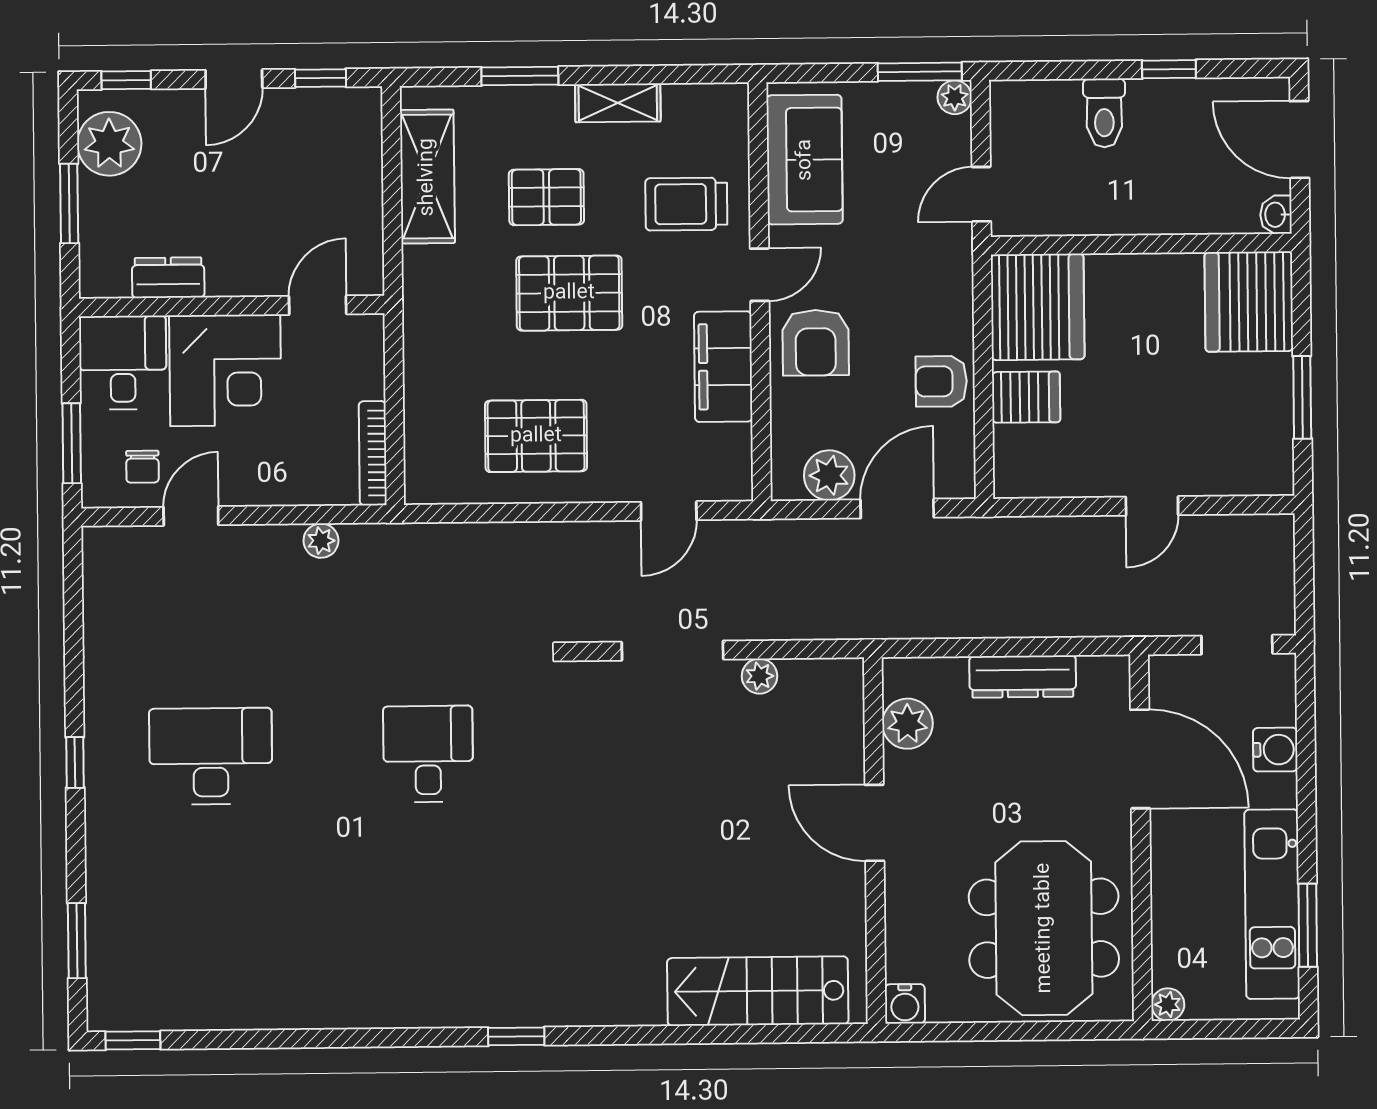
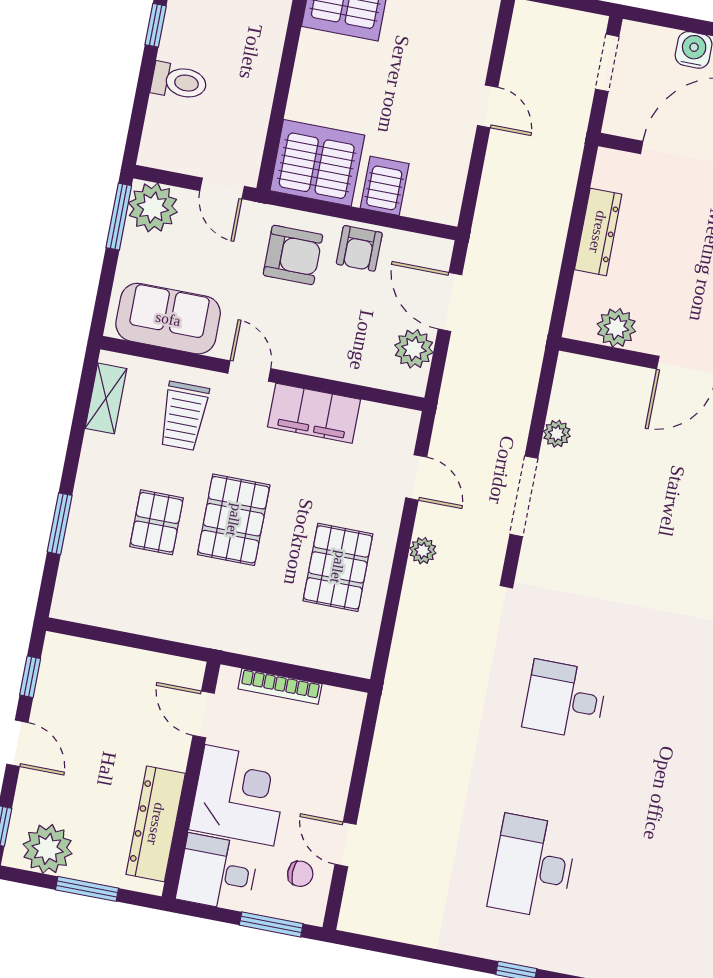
plant: (955, 97) -> (153, 207), width x1.88, depth x1.88
shelving: (618, 103) -> (106, 398), moved
shelving: (427, 177) -> (122, 610), removed
dresser: (168, 278) -> (156, 824), width x1.96, depth x1.24
armchair: (816, 343) -> (293, 255), moved
bookcase: (373, 453) -> (280, 686), moved
plant: (321, 541) -> (423, 551), moved

